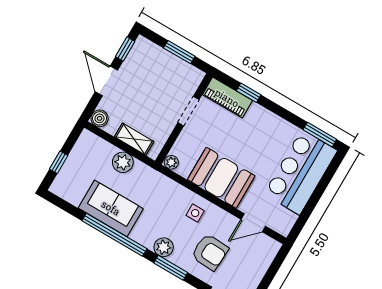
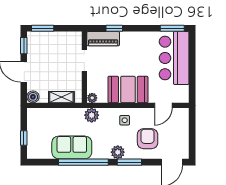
window: (179, 52) -> (43, 28), moved
plant: (123, 162) -> (92, 115), moved
armchair: (210, 252) -> (148, 139), turned -93

